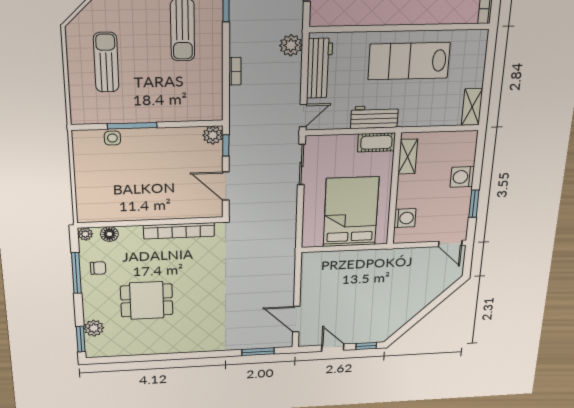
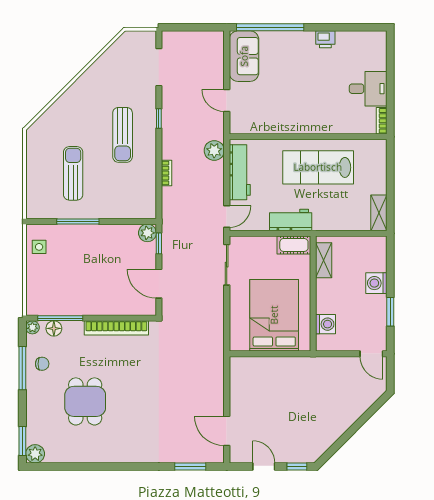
sun lounger: (106, 62) -> (73, 173), moved
side table: (112, 138) -> (39, 247), moved
window: (116, 224) -> (60, 318), added
dining table: (147, 300) -> (85, 401), turned 90
plant: (94, 328) -> (35, 454), moved

